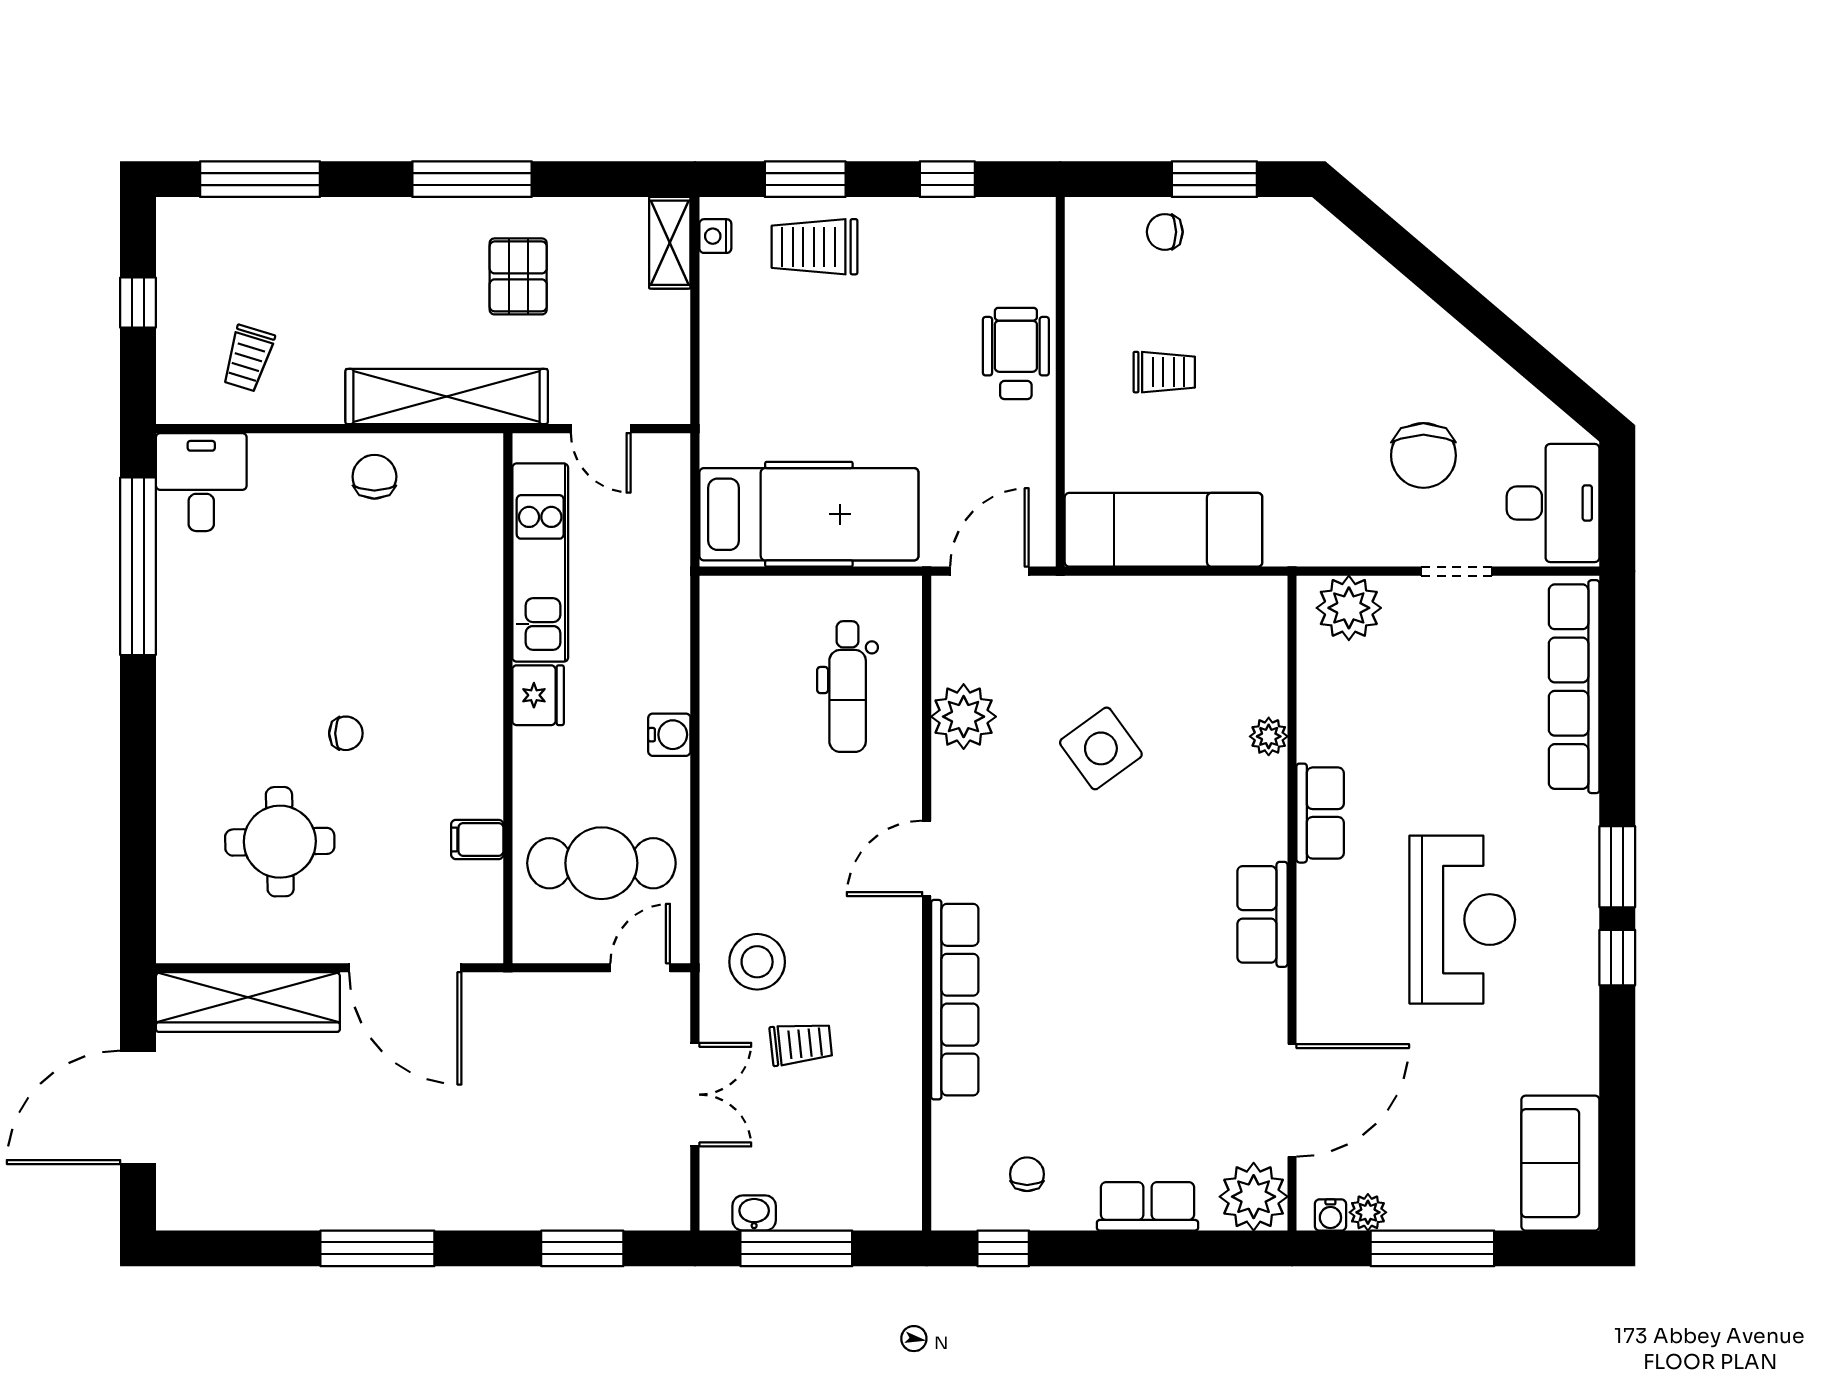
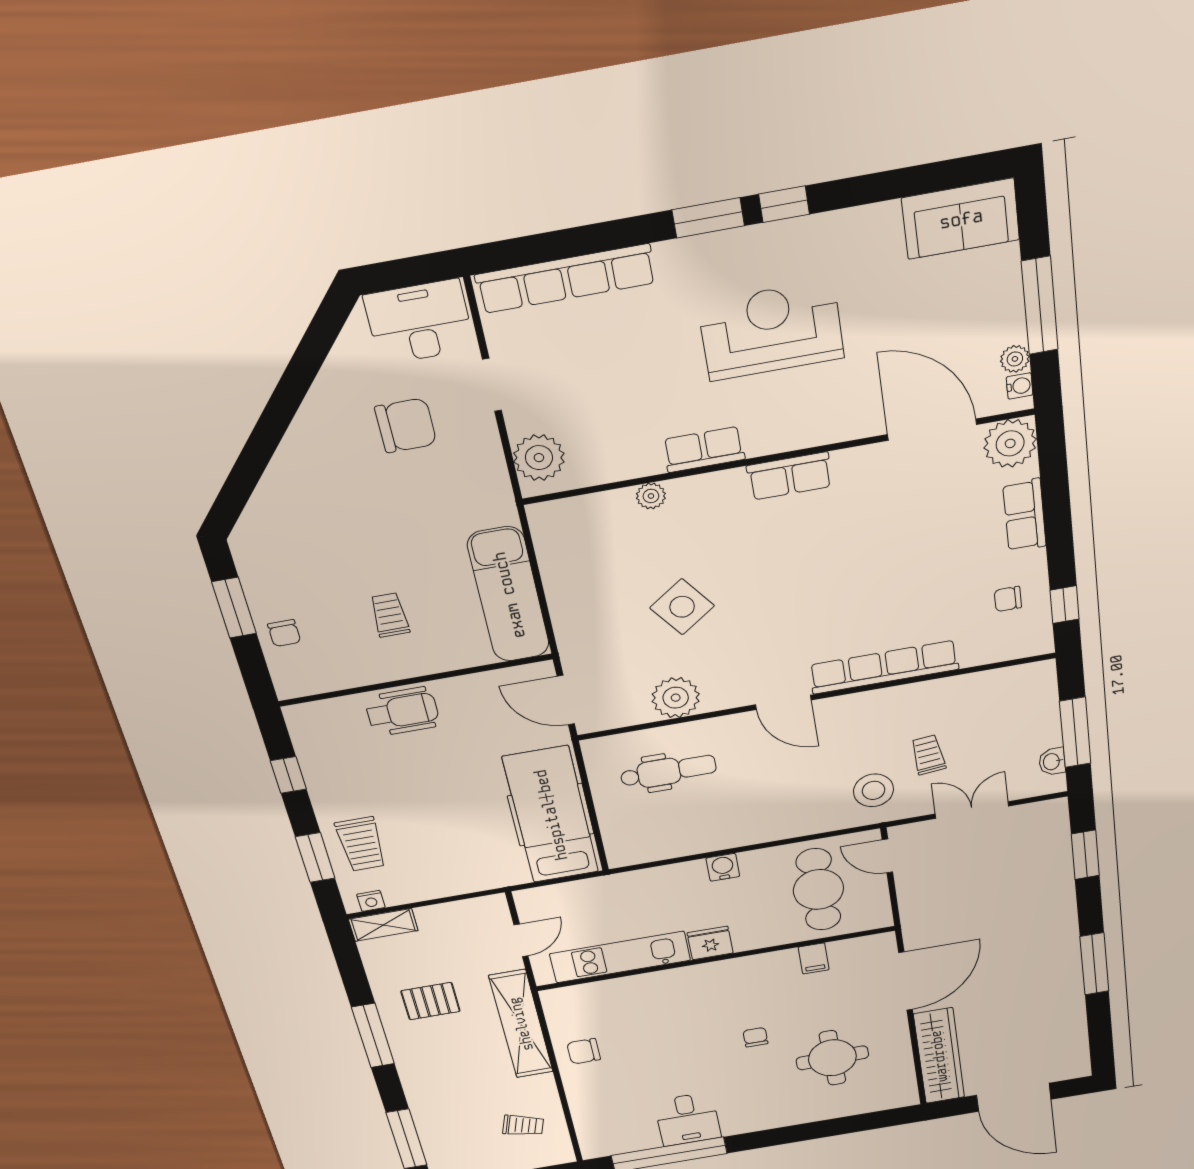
wheelchair: (1016, 353) -> (402, 711), turned 180
desk: (201, 482) -> (688, 1119), moved, turned -90

